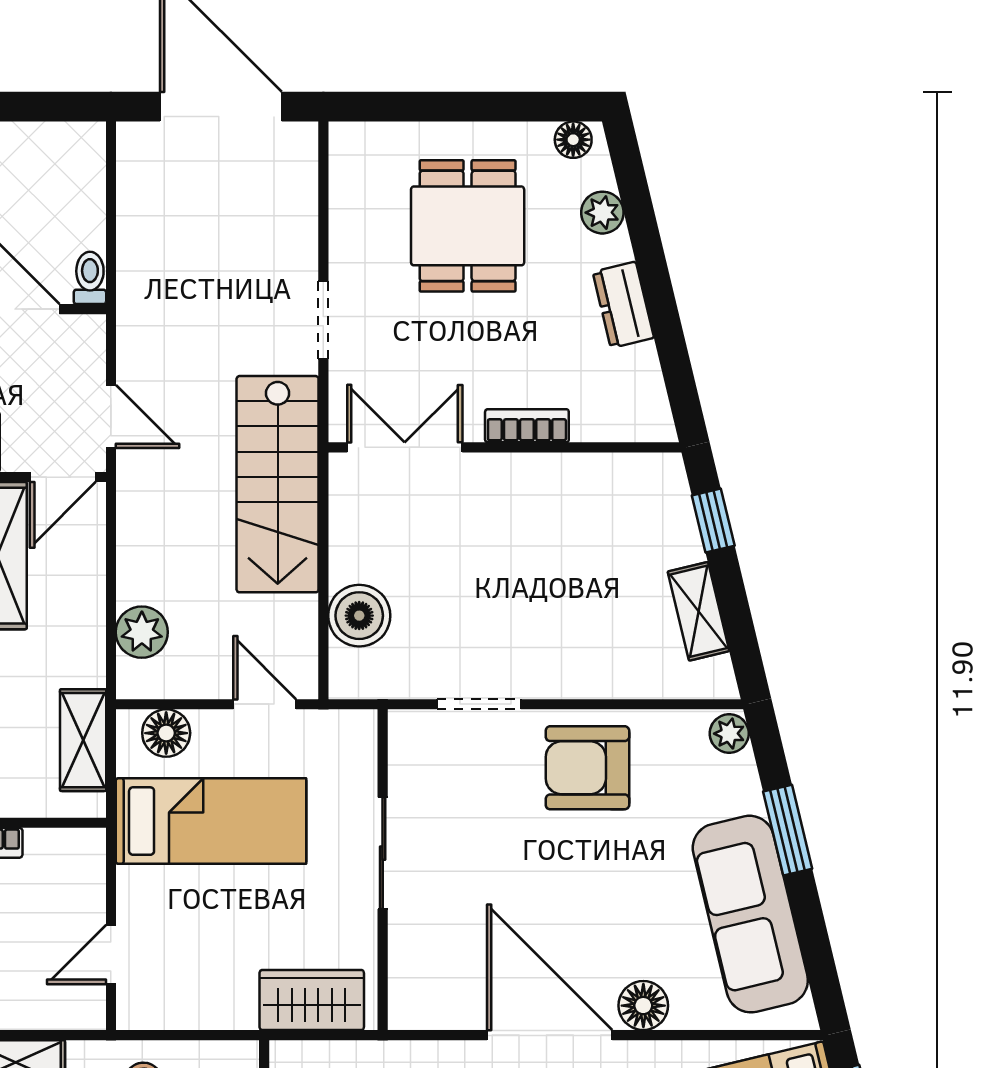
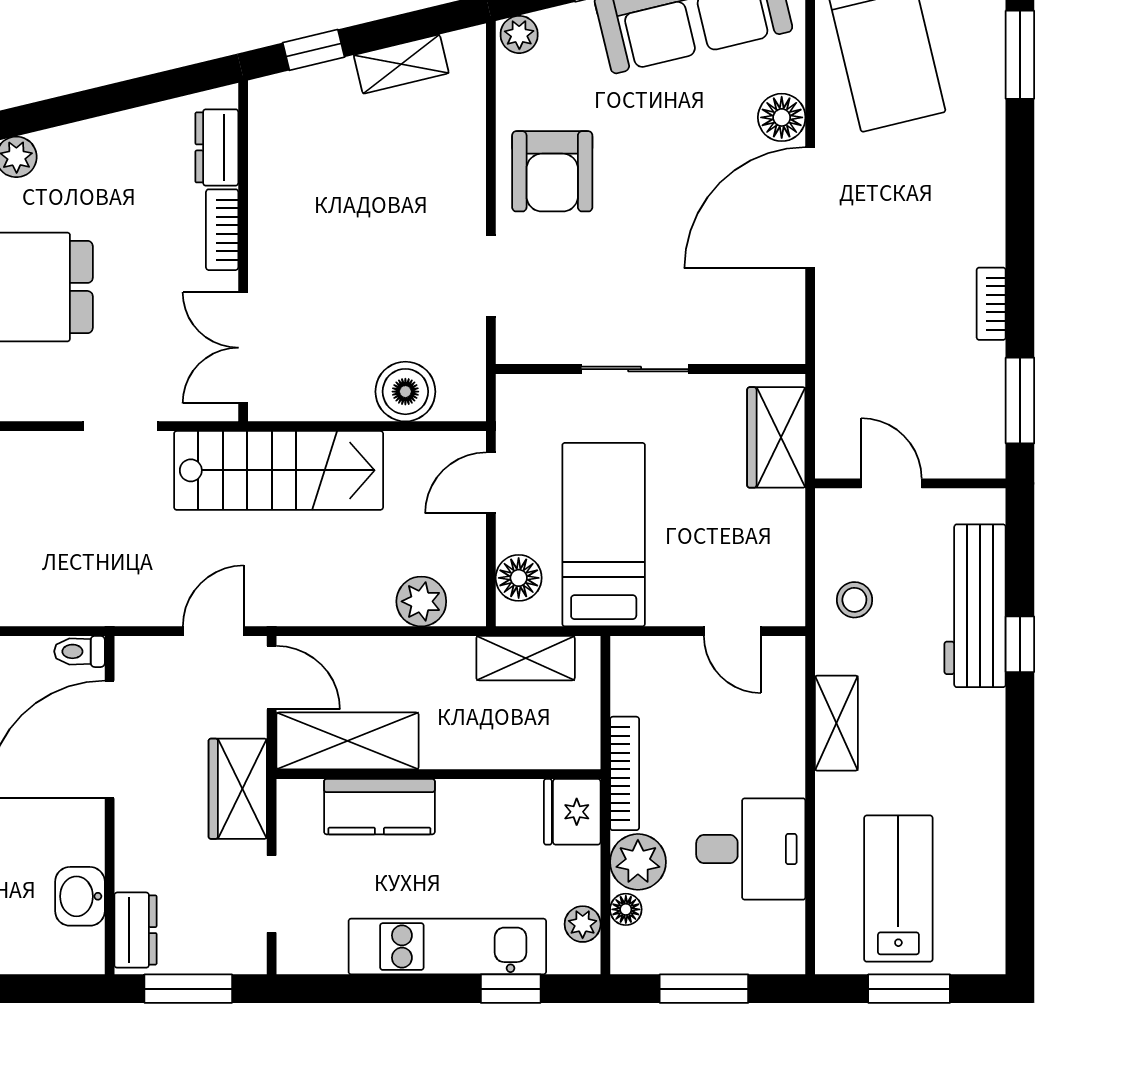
dresser: (623, 305) -> (217, 147), moved, turned 104

